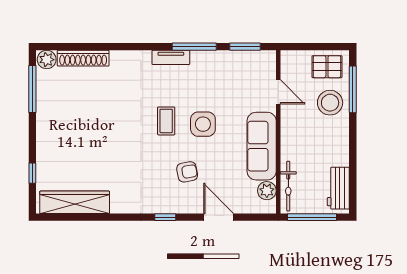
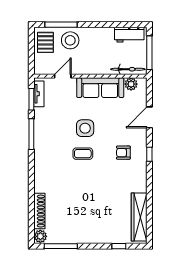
tv unit: (171, 57) -> (39, 94), moved
armchair: (187, 172) -> (123, 153), moved, turned -80

